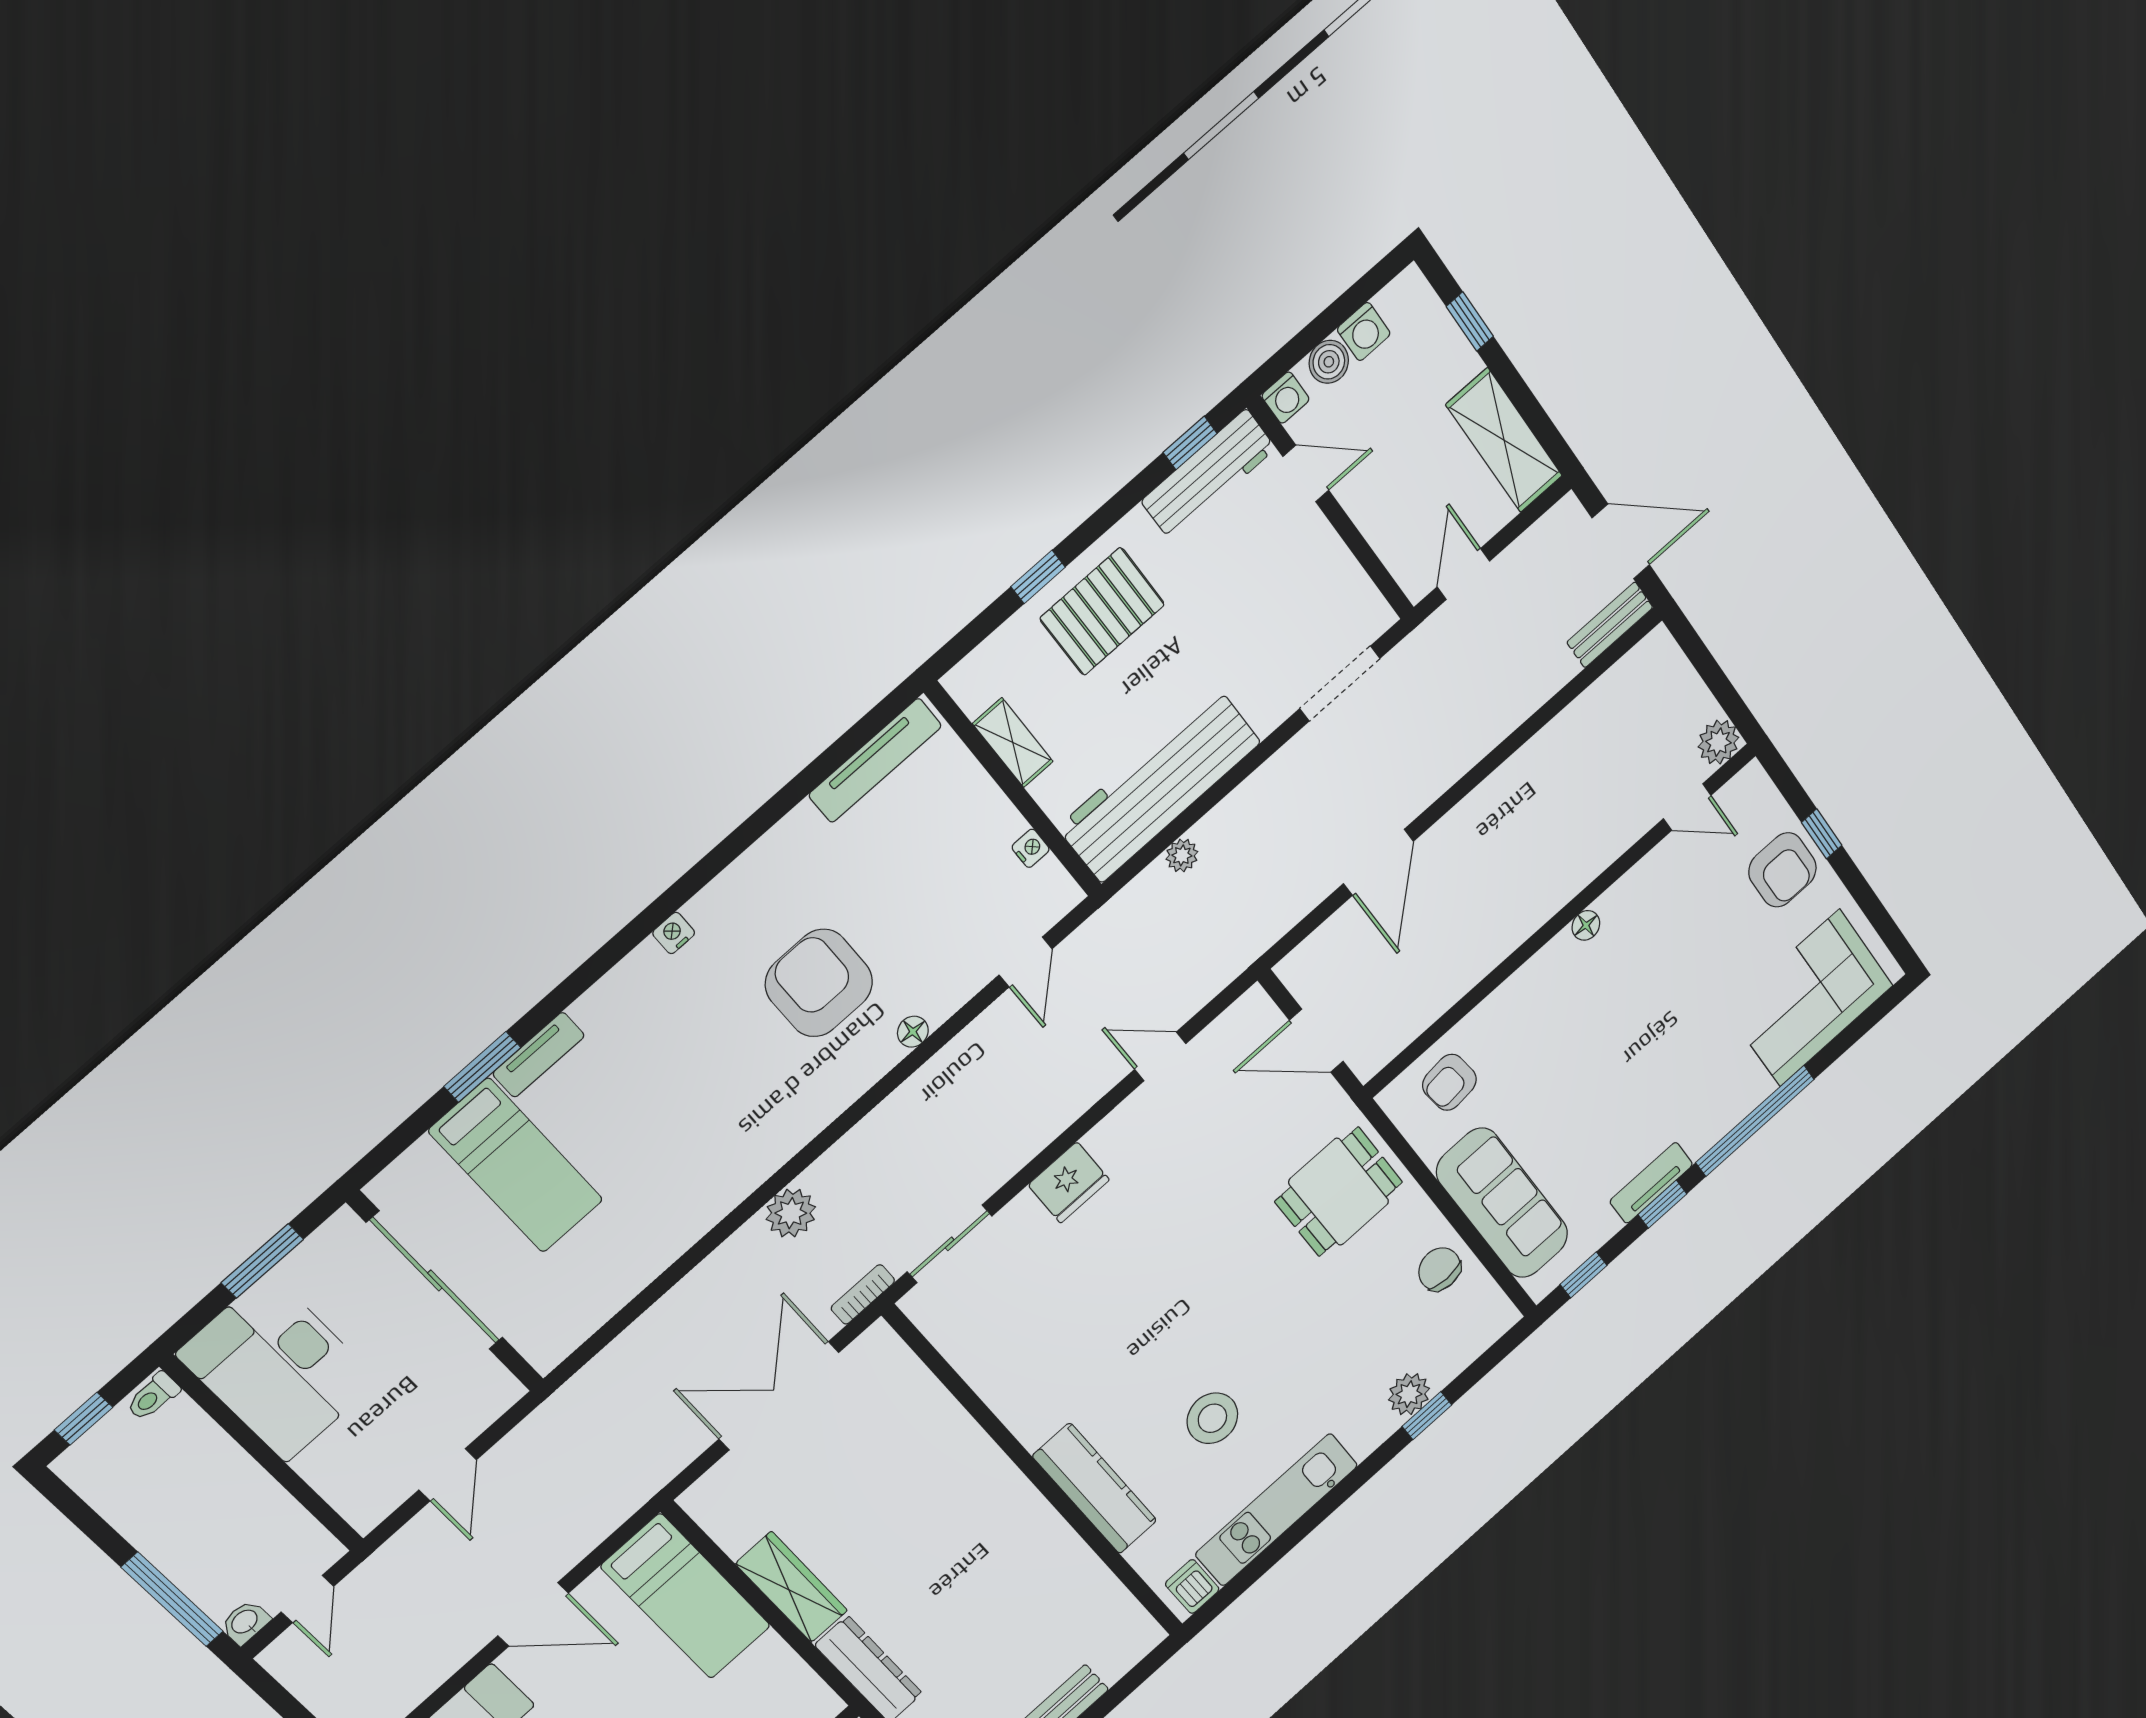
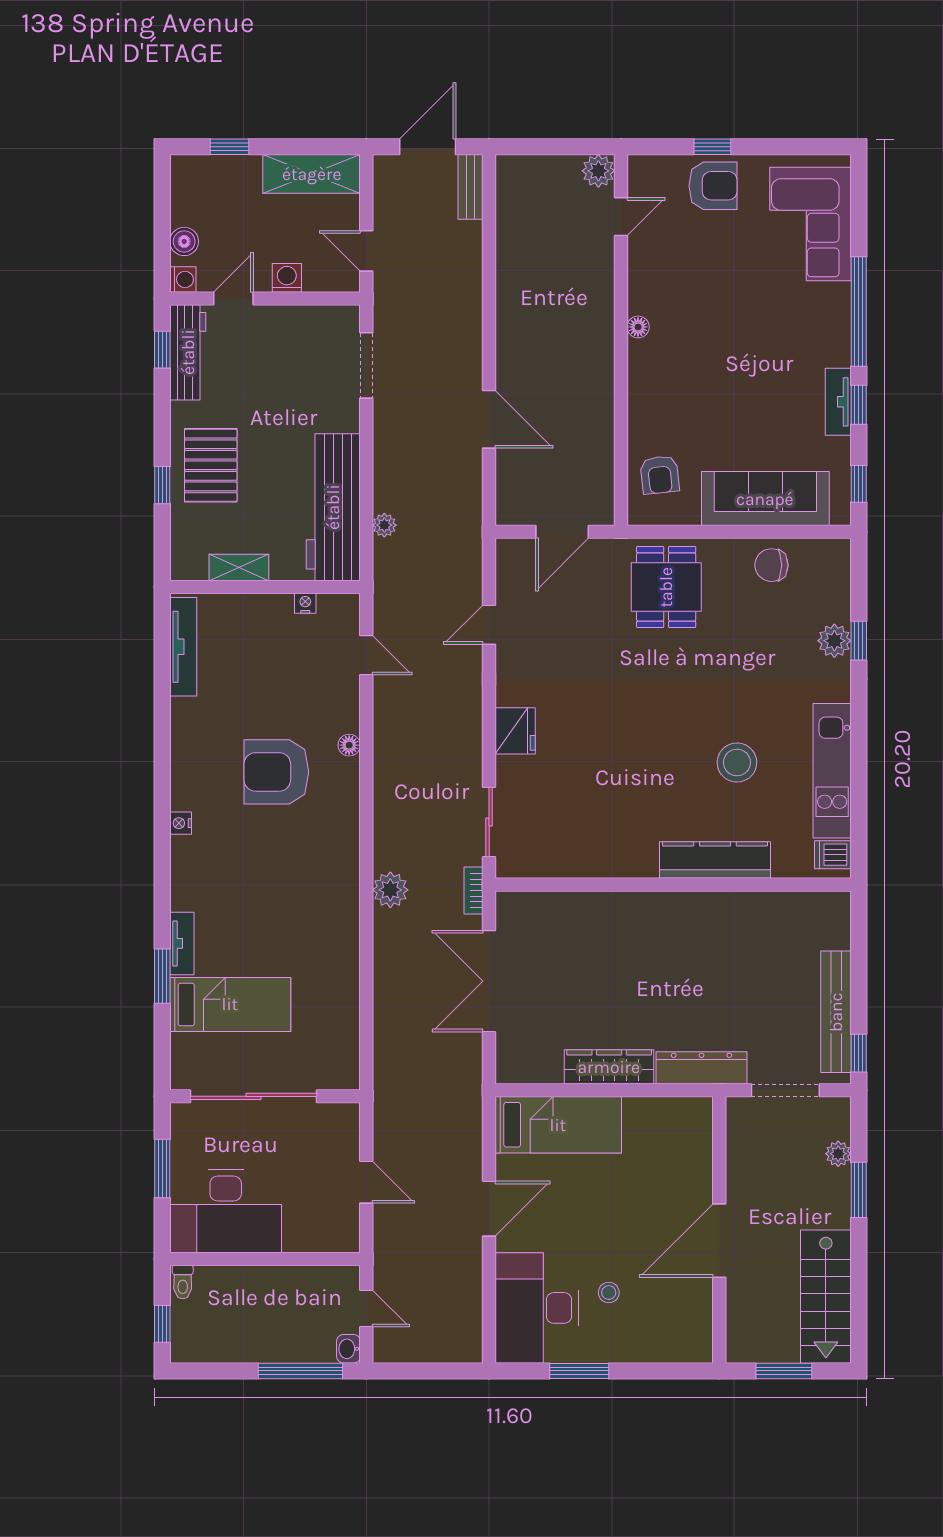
washing machine: (1364, 332) -> (287, 278), moved, turned -90

